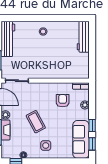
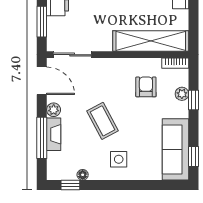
shelving: (66, 72) -> (151, 41), added
window: (92, 125) -> (194, 100), moved

